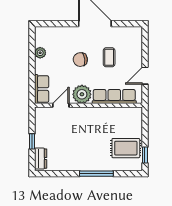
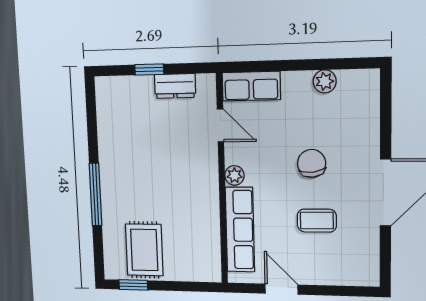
plant: (82, 94) -> (234, 175), width x0.53, depth x0.53
dresser: (41, 159) -> (175, 86), moved

